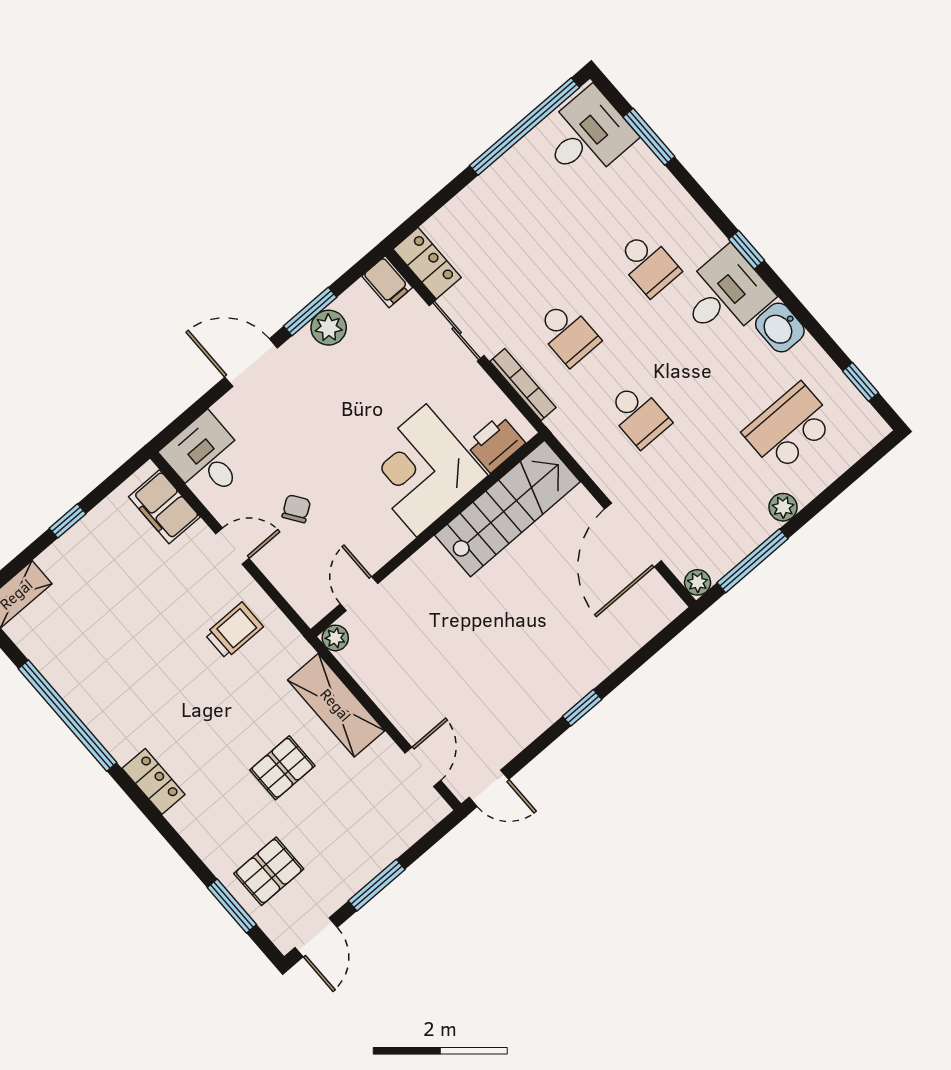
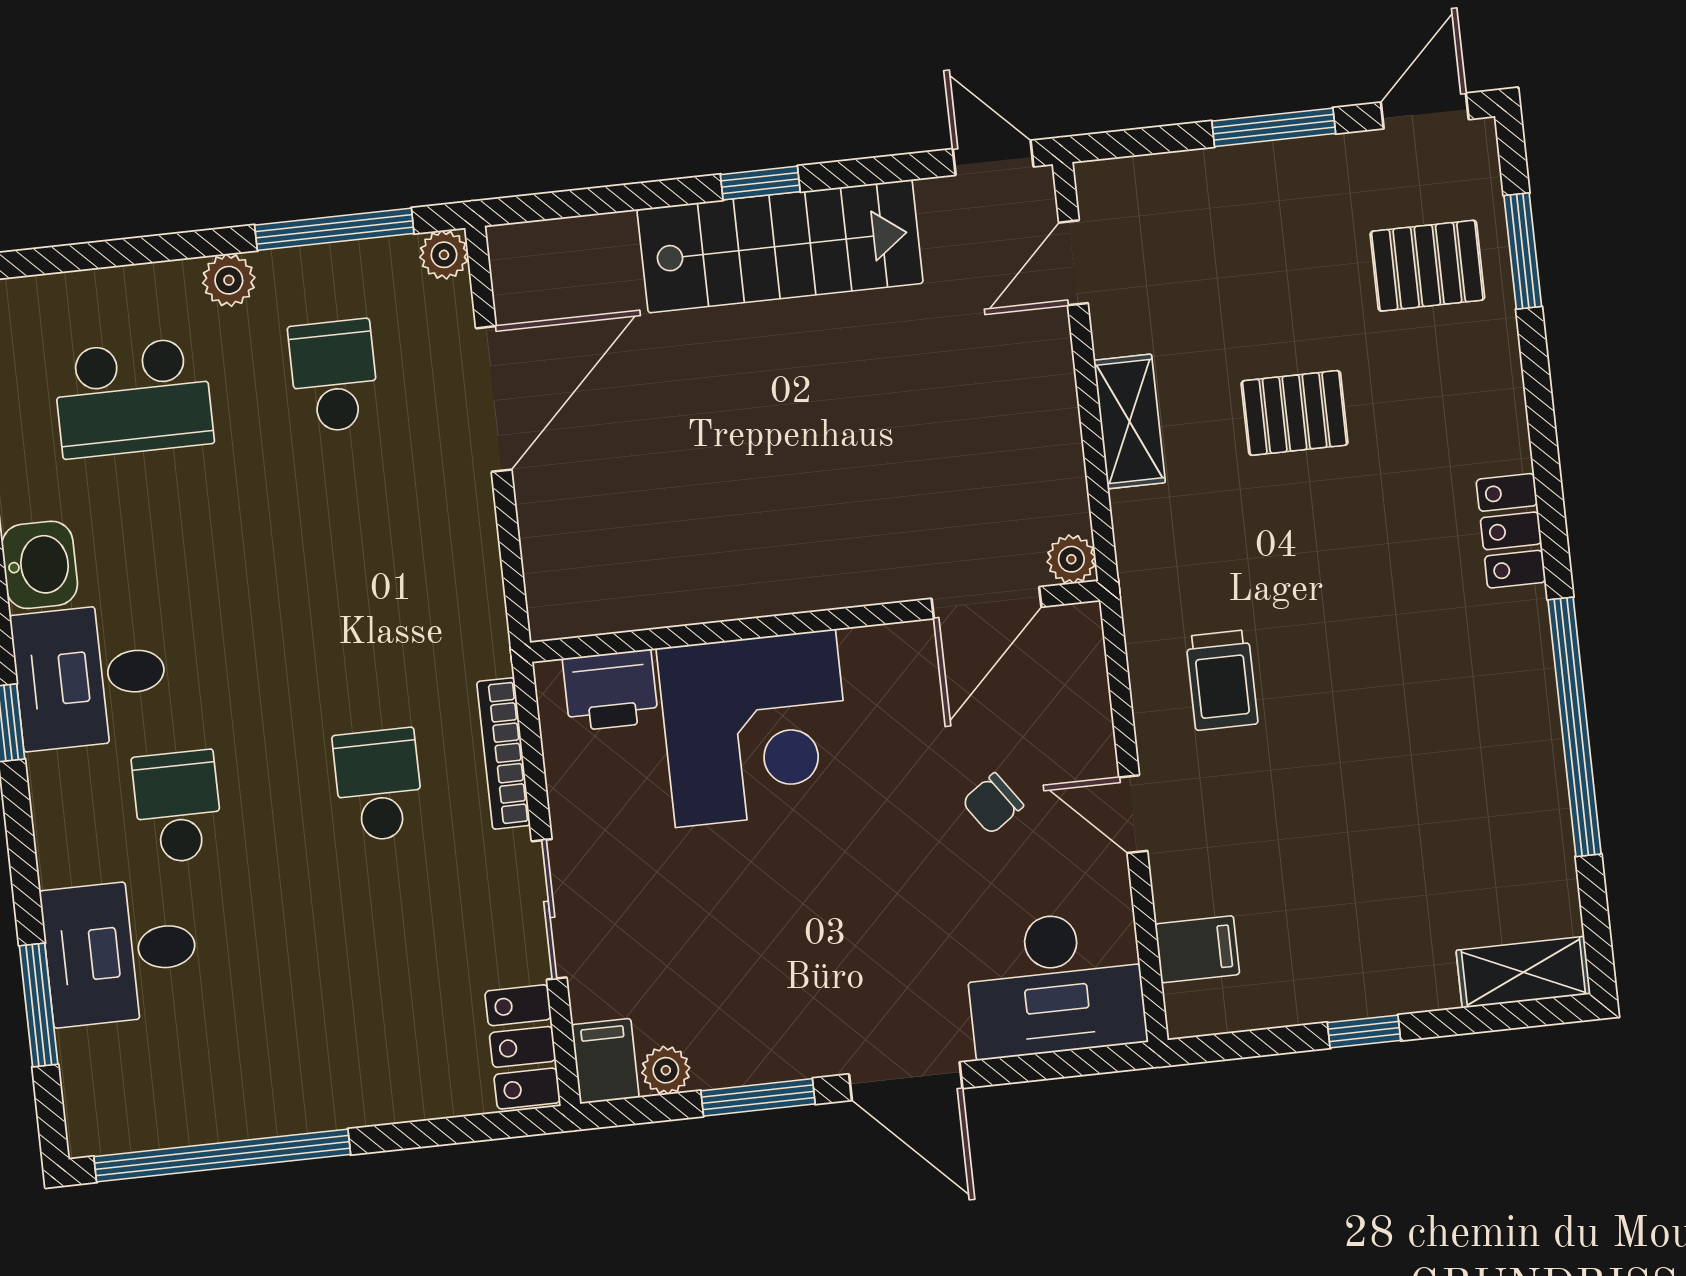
desk: (587, 135) -> (121, 952), moved
plant: (329, 328) -> (666, 1070), moved, width x0.73, depth x0.73
school desk: (638, 415) -> (334, 376), moved
desk: (206, 457) -> (1055, 984), width x1.37
filing cabinet: (164, 507) -> (1197, 949), width x0.50
stairs: (507, 508) -> (780, 246), moved, turned 180
door: (359, 594) -> (987, 603), width x1.38
trolley: (234, 631) -> (1222, 680), turned -90
shelving: (336, 705) -> (1129, 421), width x0.67, depth x0.75

